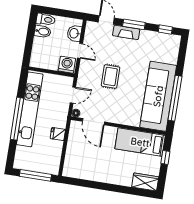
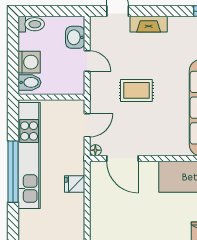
window: (134, 24) -> (158, 11), removed
bidet: (42, 31) -> (29, 82), moved
washing machine: (67, 65) -> (29, 62), moved, turned 90
rug: (111, 77) -> (136, 90), turned 90

